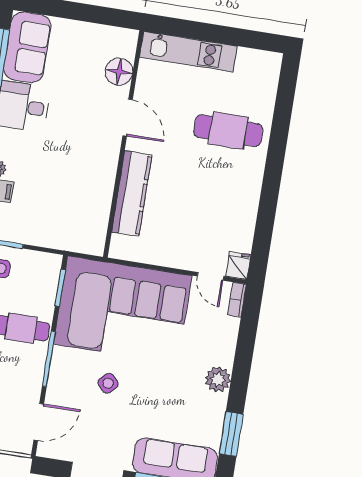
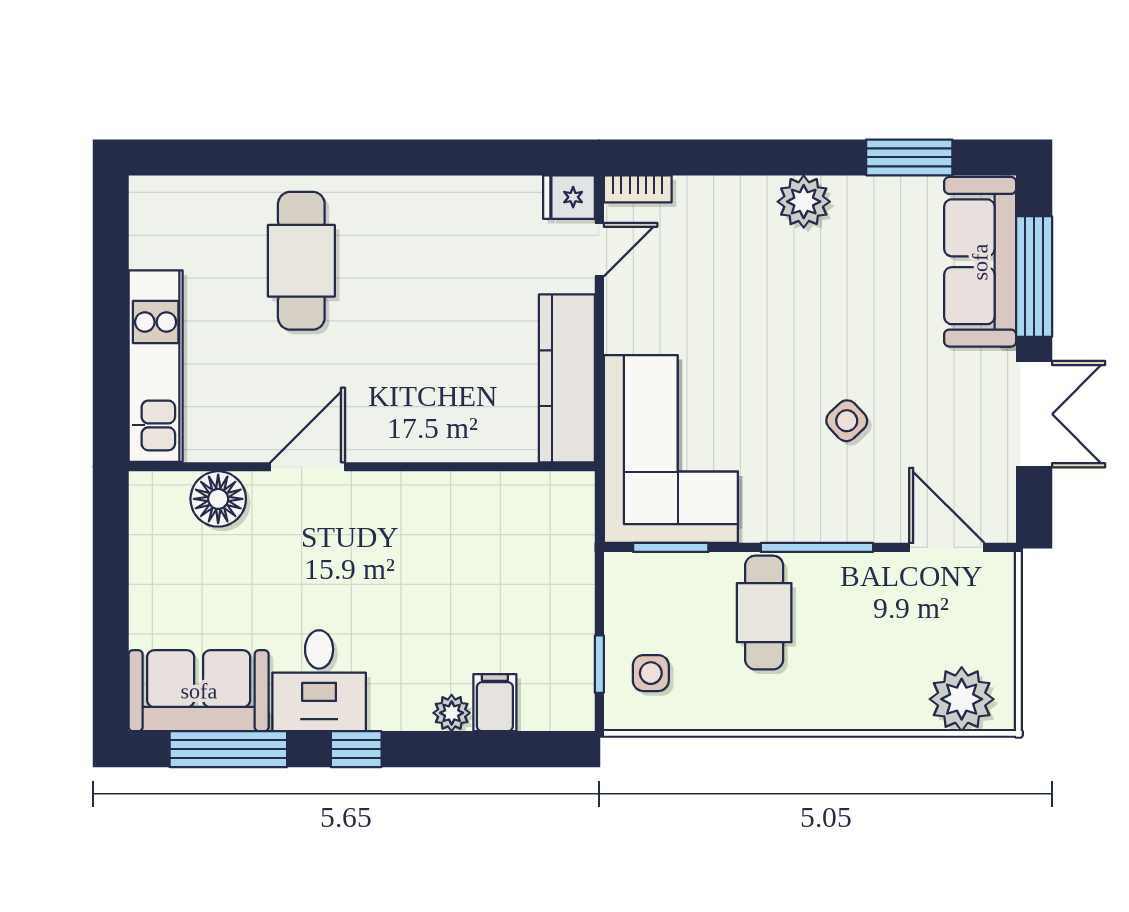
kitchen counter: (132, 193) -> (567, 378), moved, turned -90
corner sofa: (123, 310) -> (671, 449), width x0.73, depth x0.74

